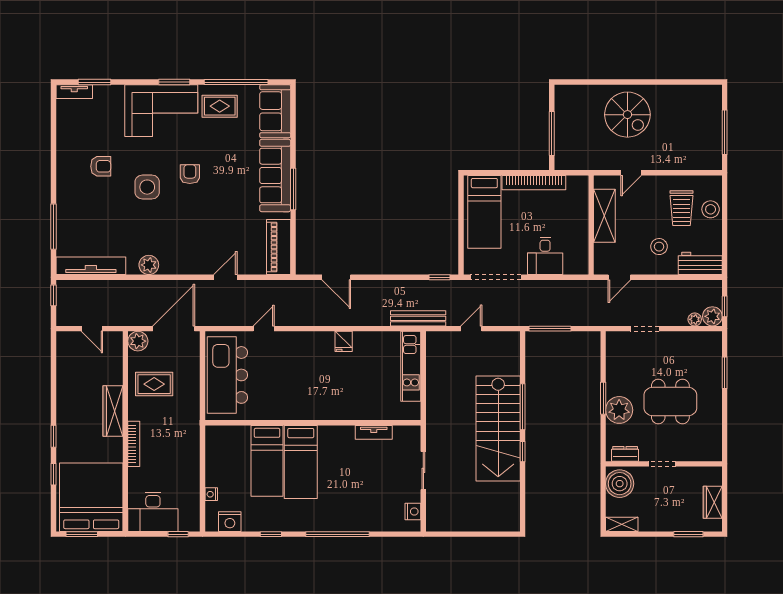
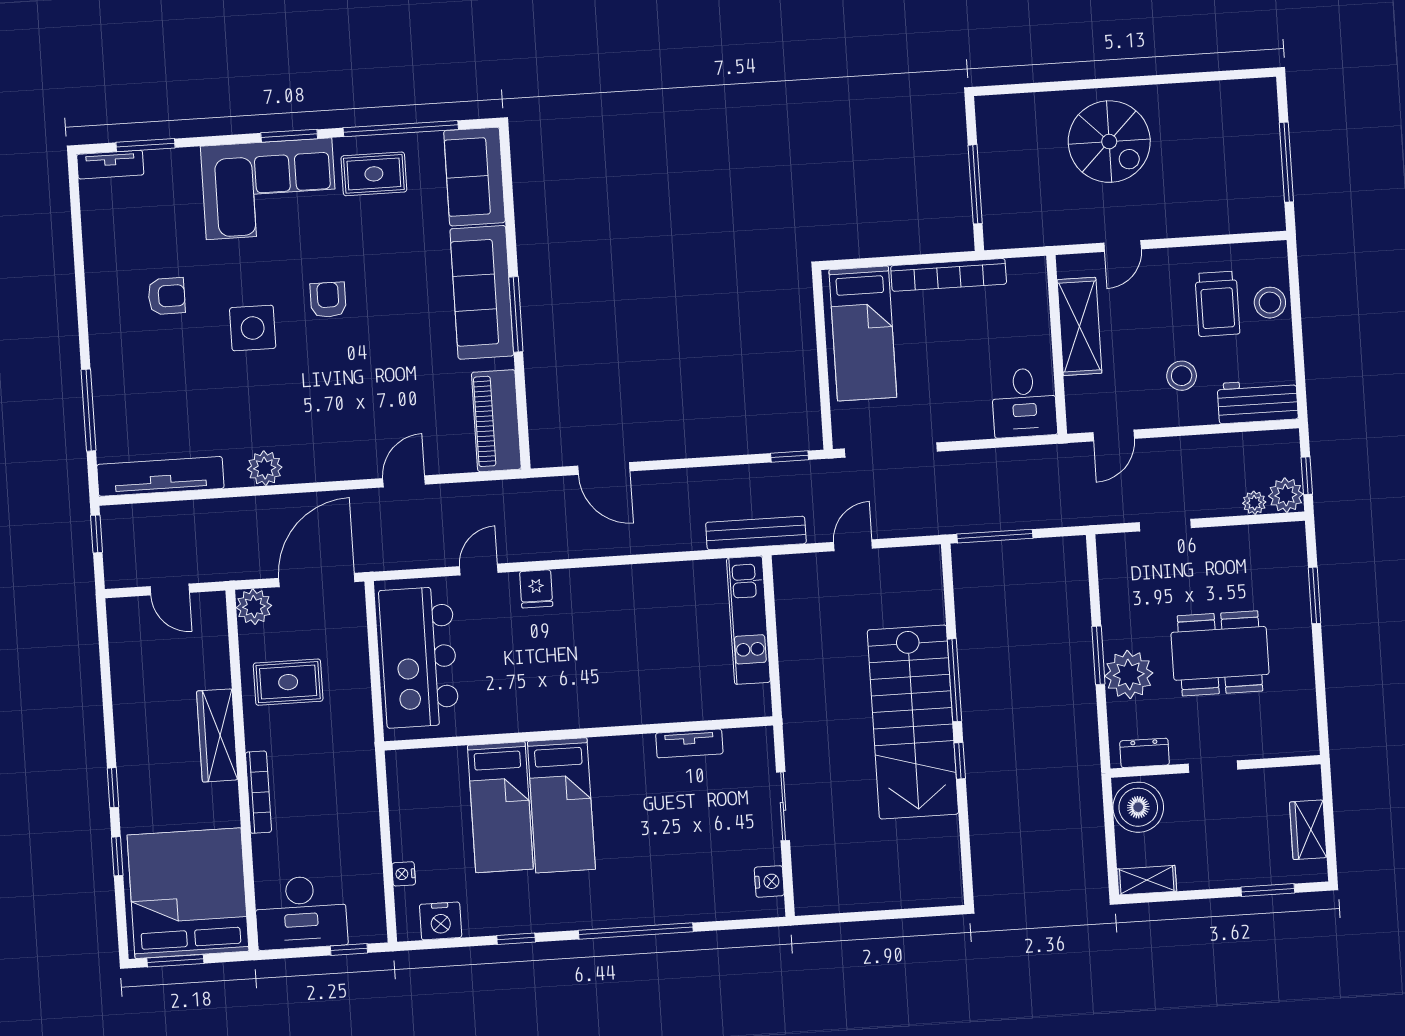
desk: (545, 256) -> (1024, 403), moved
fridge: (344, 341) -> (536, 589), moved

